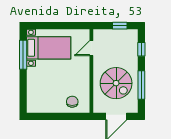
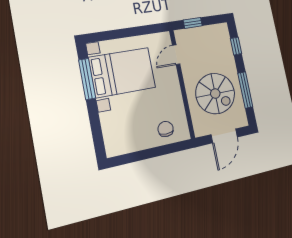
window: (120, 26) -> (193, 23), moved
bed with nightstands: (49, 48) -> (122, 72), width x1.36

